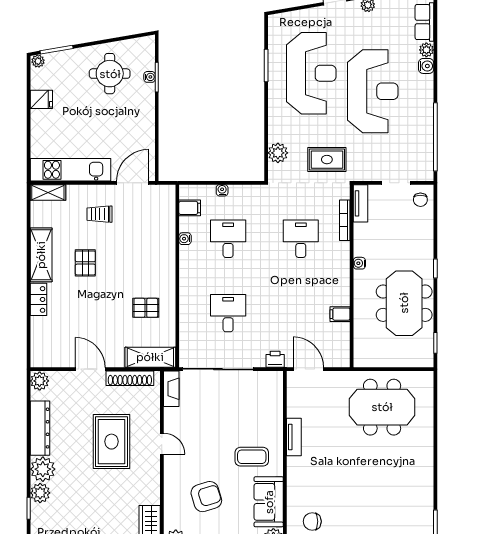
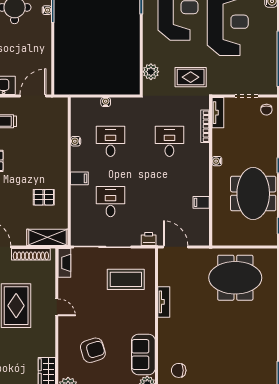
filing cabinet: (190, 208) -> (79, 178), moved
coffee table: (252, 457) -> (126, 279), moved, width x1.36, depth x1.32

